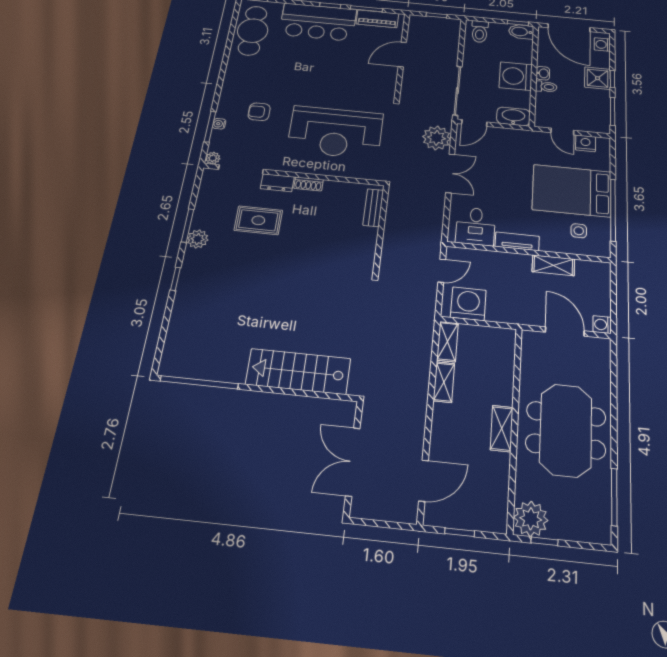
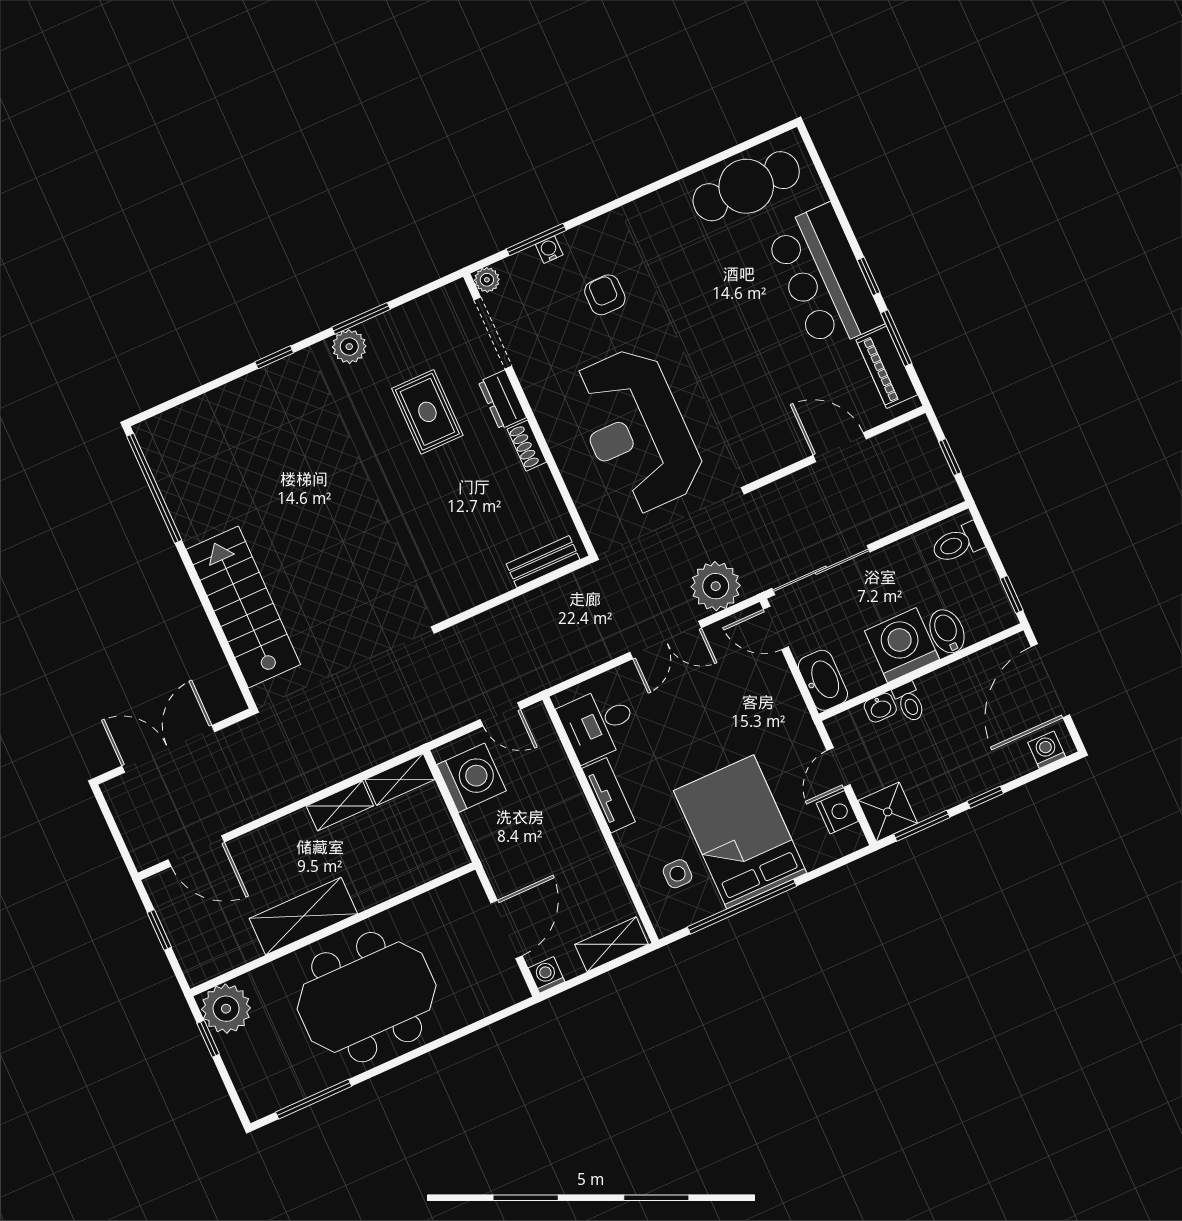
bidet: (521, 32) -> (947, 631), moved
washbasin: (543, 73) -> (880, 708), moved
shower: (598, 78) -> (888, 812), moved
shelving: (553, 265) -> (612, 944), moved, turned 90
shelving: (502, 428) -> (303, 916), width x1.50, depth x1.33

